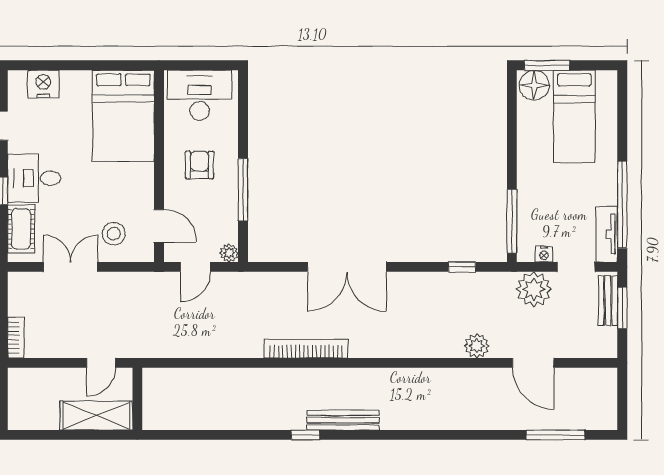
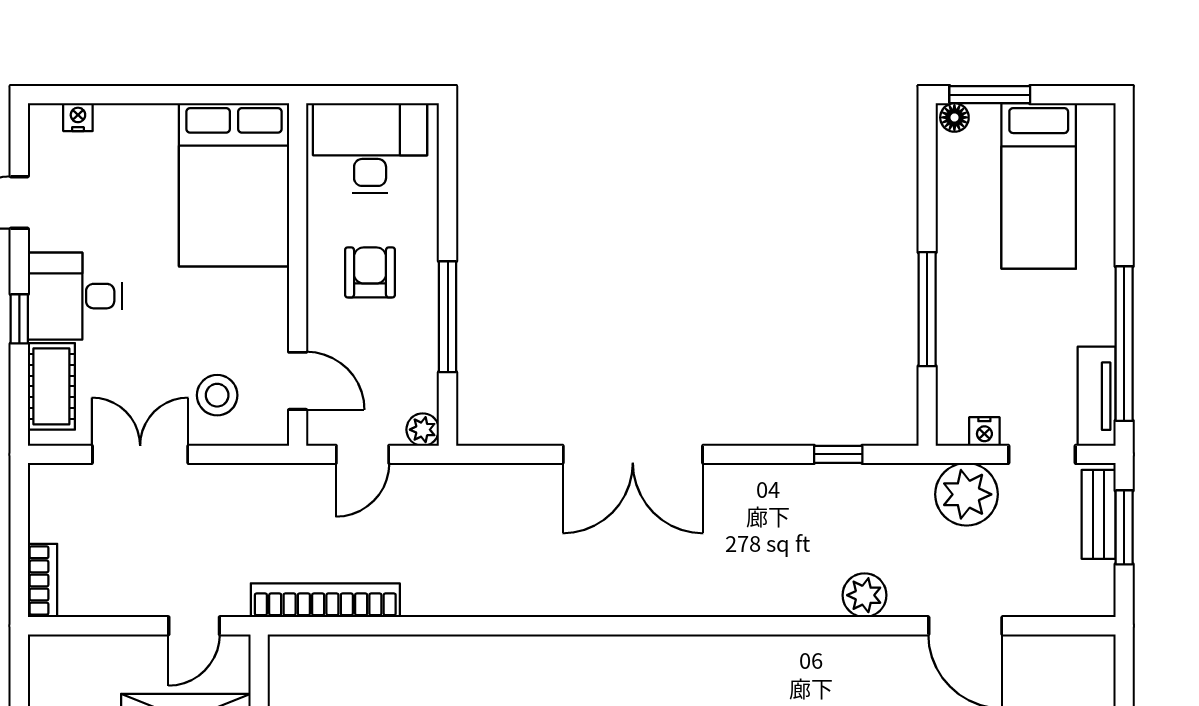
nightstand: (43, 84) -> (78, 117), width x0.53, depth x0.56
floor lamp: (534, 85) -> (954, 117), width x0.53, depth x0.53
window: (512, 221) -> (927, 309), moved
bookcase: (306, 349) -> (325, 600), moved

